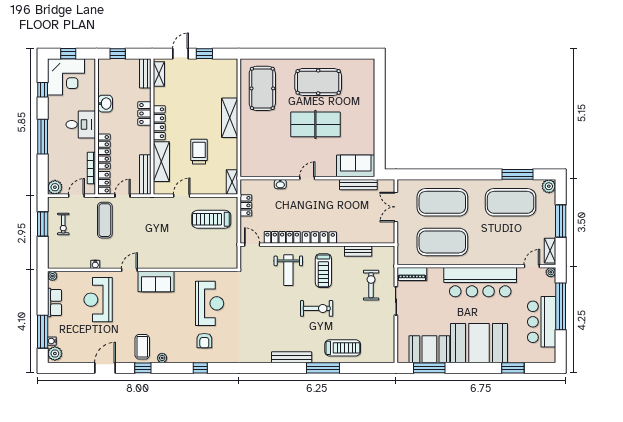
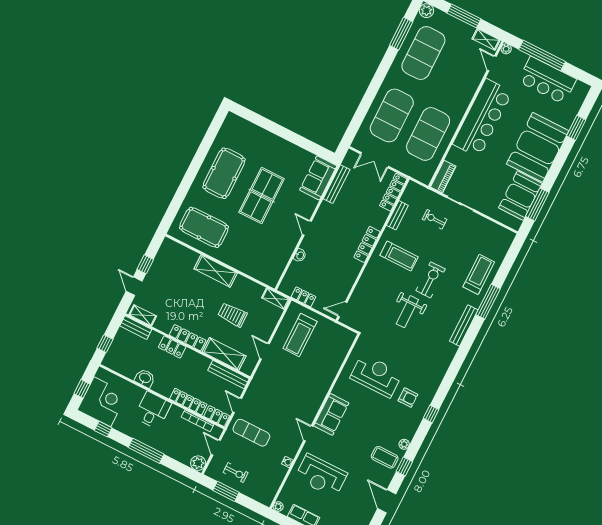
locker: (282, 237) -> (393, 192), moved
weight bench: (288, 270) -> (407, 312), moved, turned 90
exercise bike: (371, 285) -> (435, 219), width x0.73, depth x0.72

